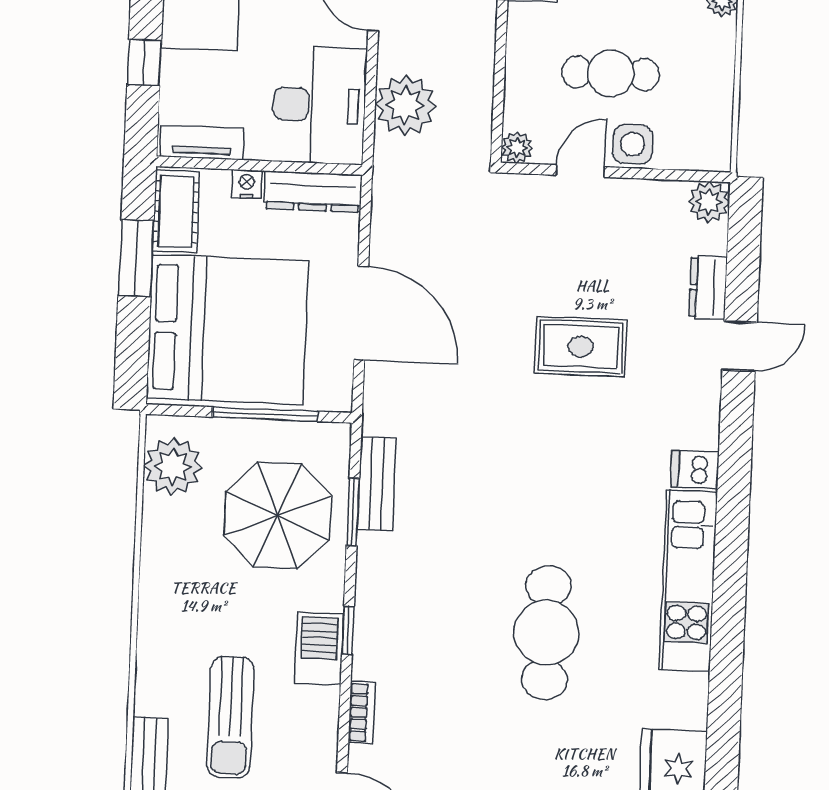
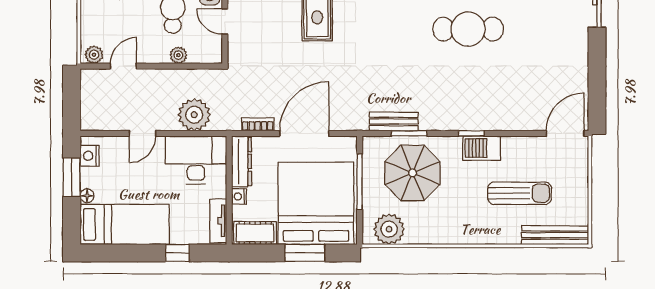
plant: (517, 148) -> (178, 55), moved
window: (136, 258) -> (305, 253), moved
bookcase: (362, 713) -> (258, 124), moved

